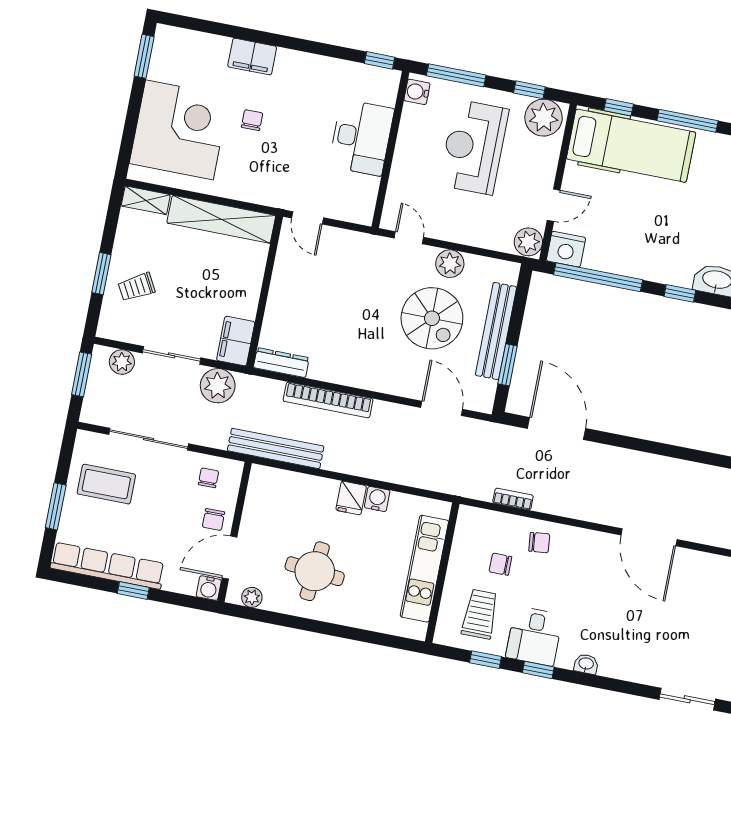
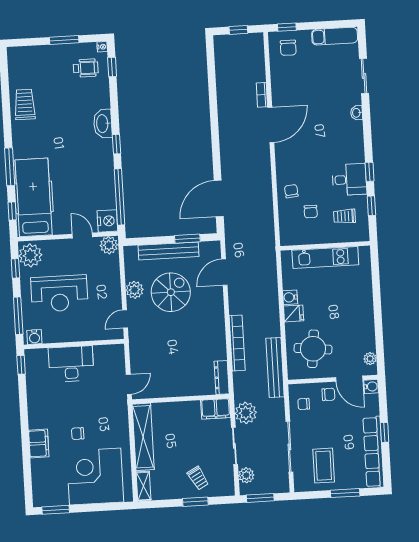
bookcase: (513, 499) -> (262, 95), moved
round table: (315, 571) -> (313, 349), moved
trolley: (480, 614) -> (344, 216), width x0.73, depth x0.72
washbasin: (586, 664) -> (357, 113), moved

